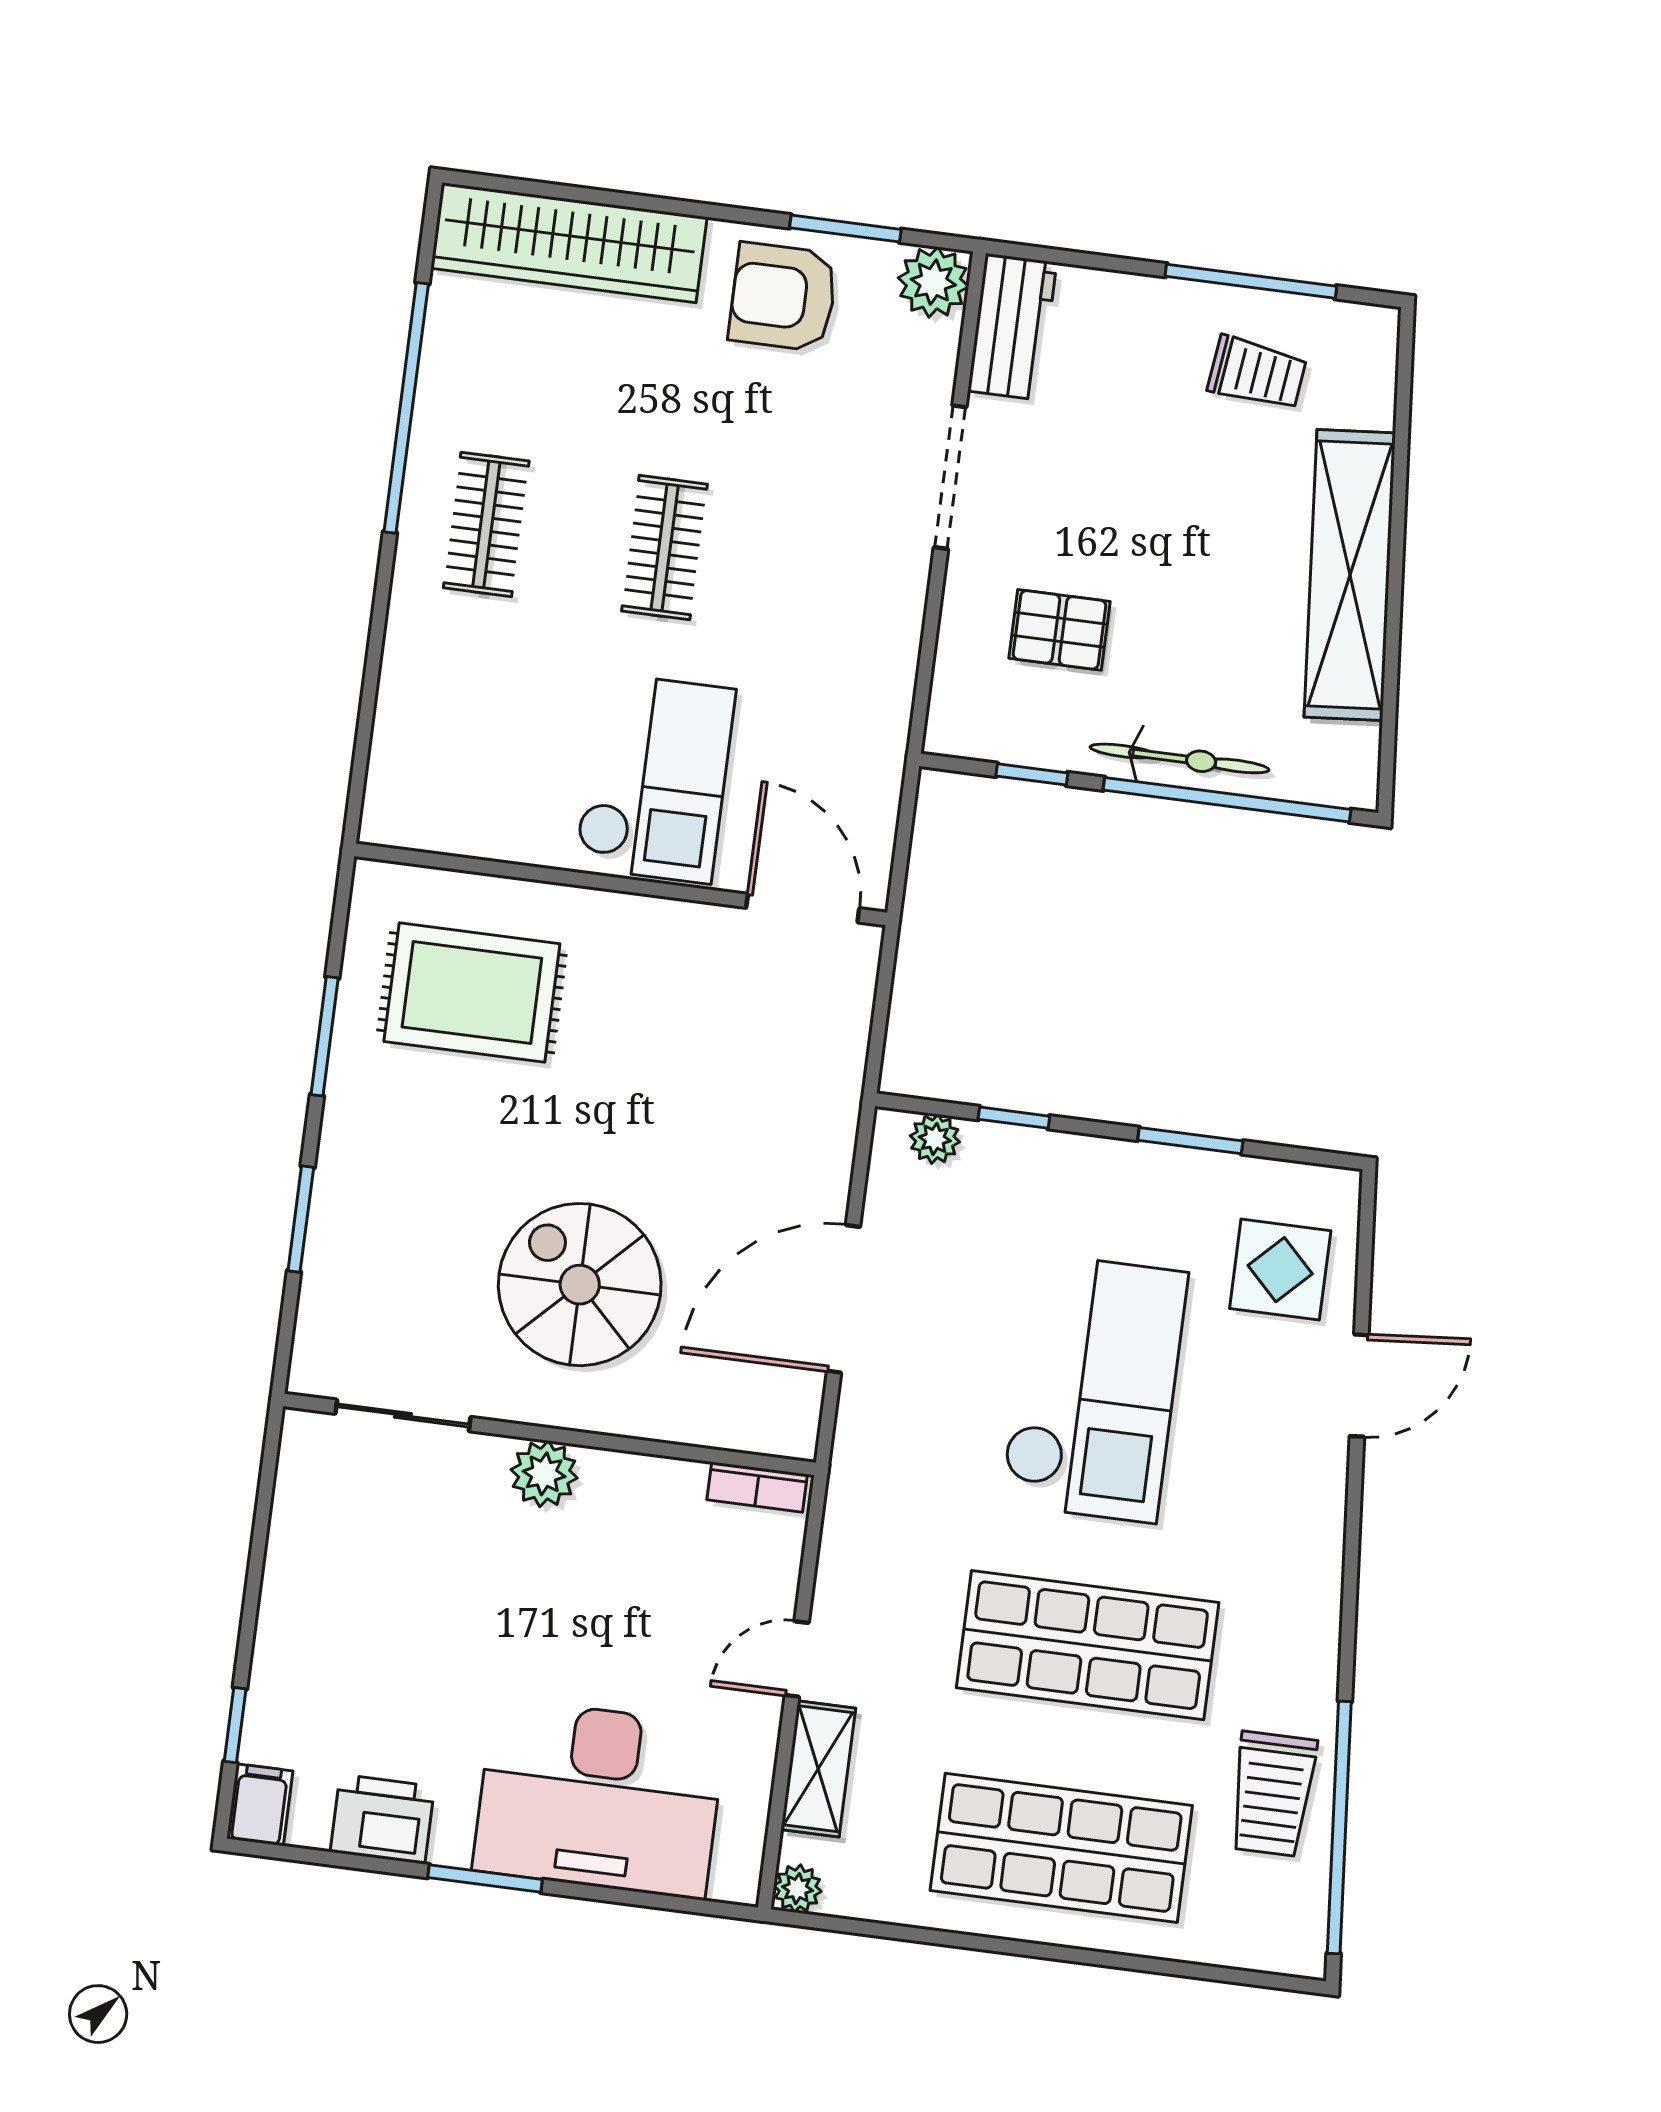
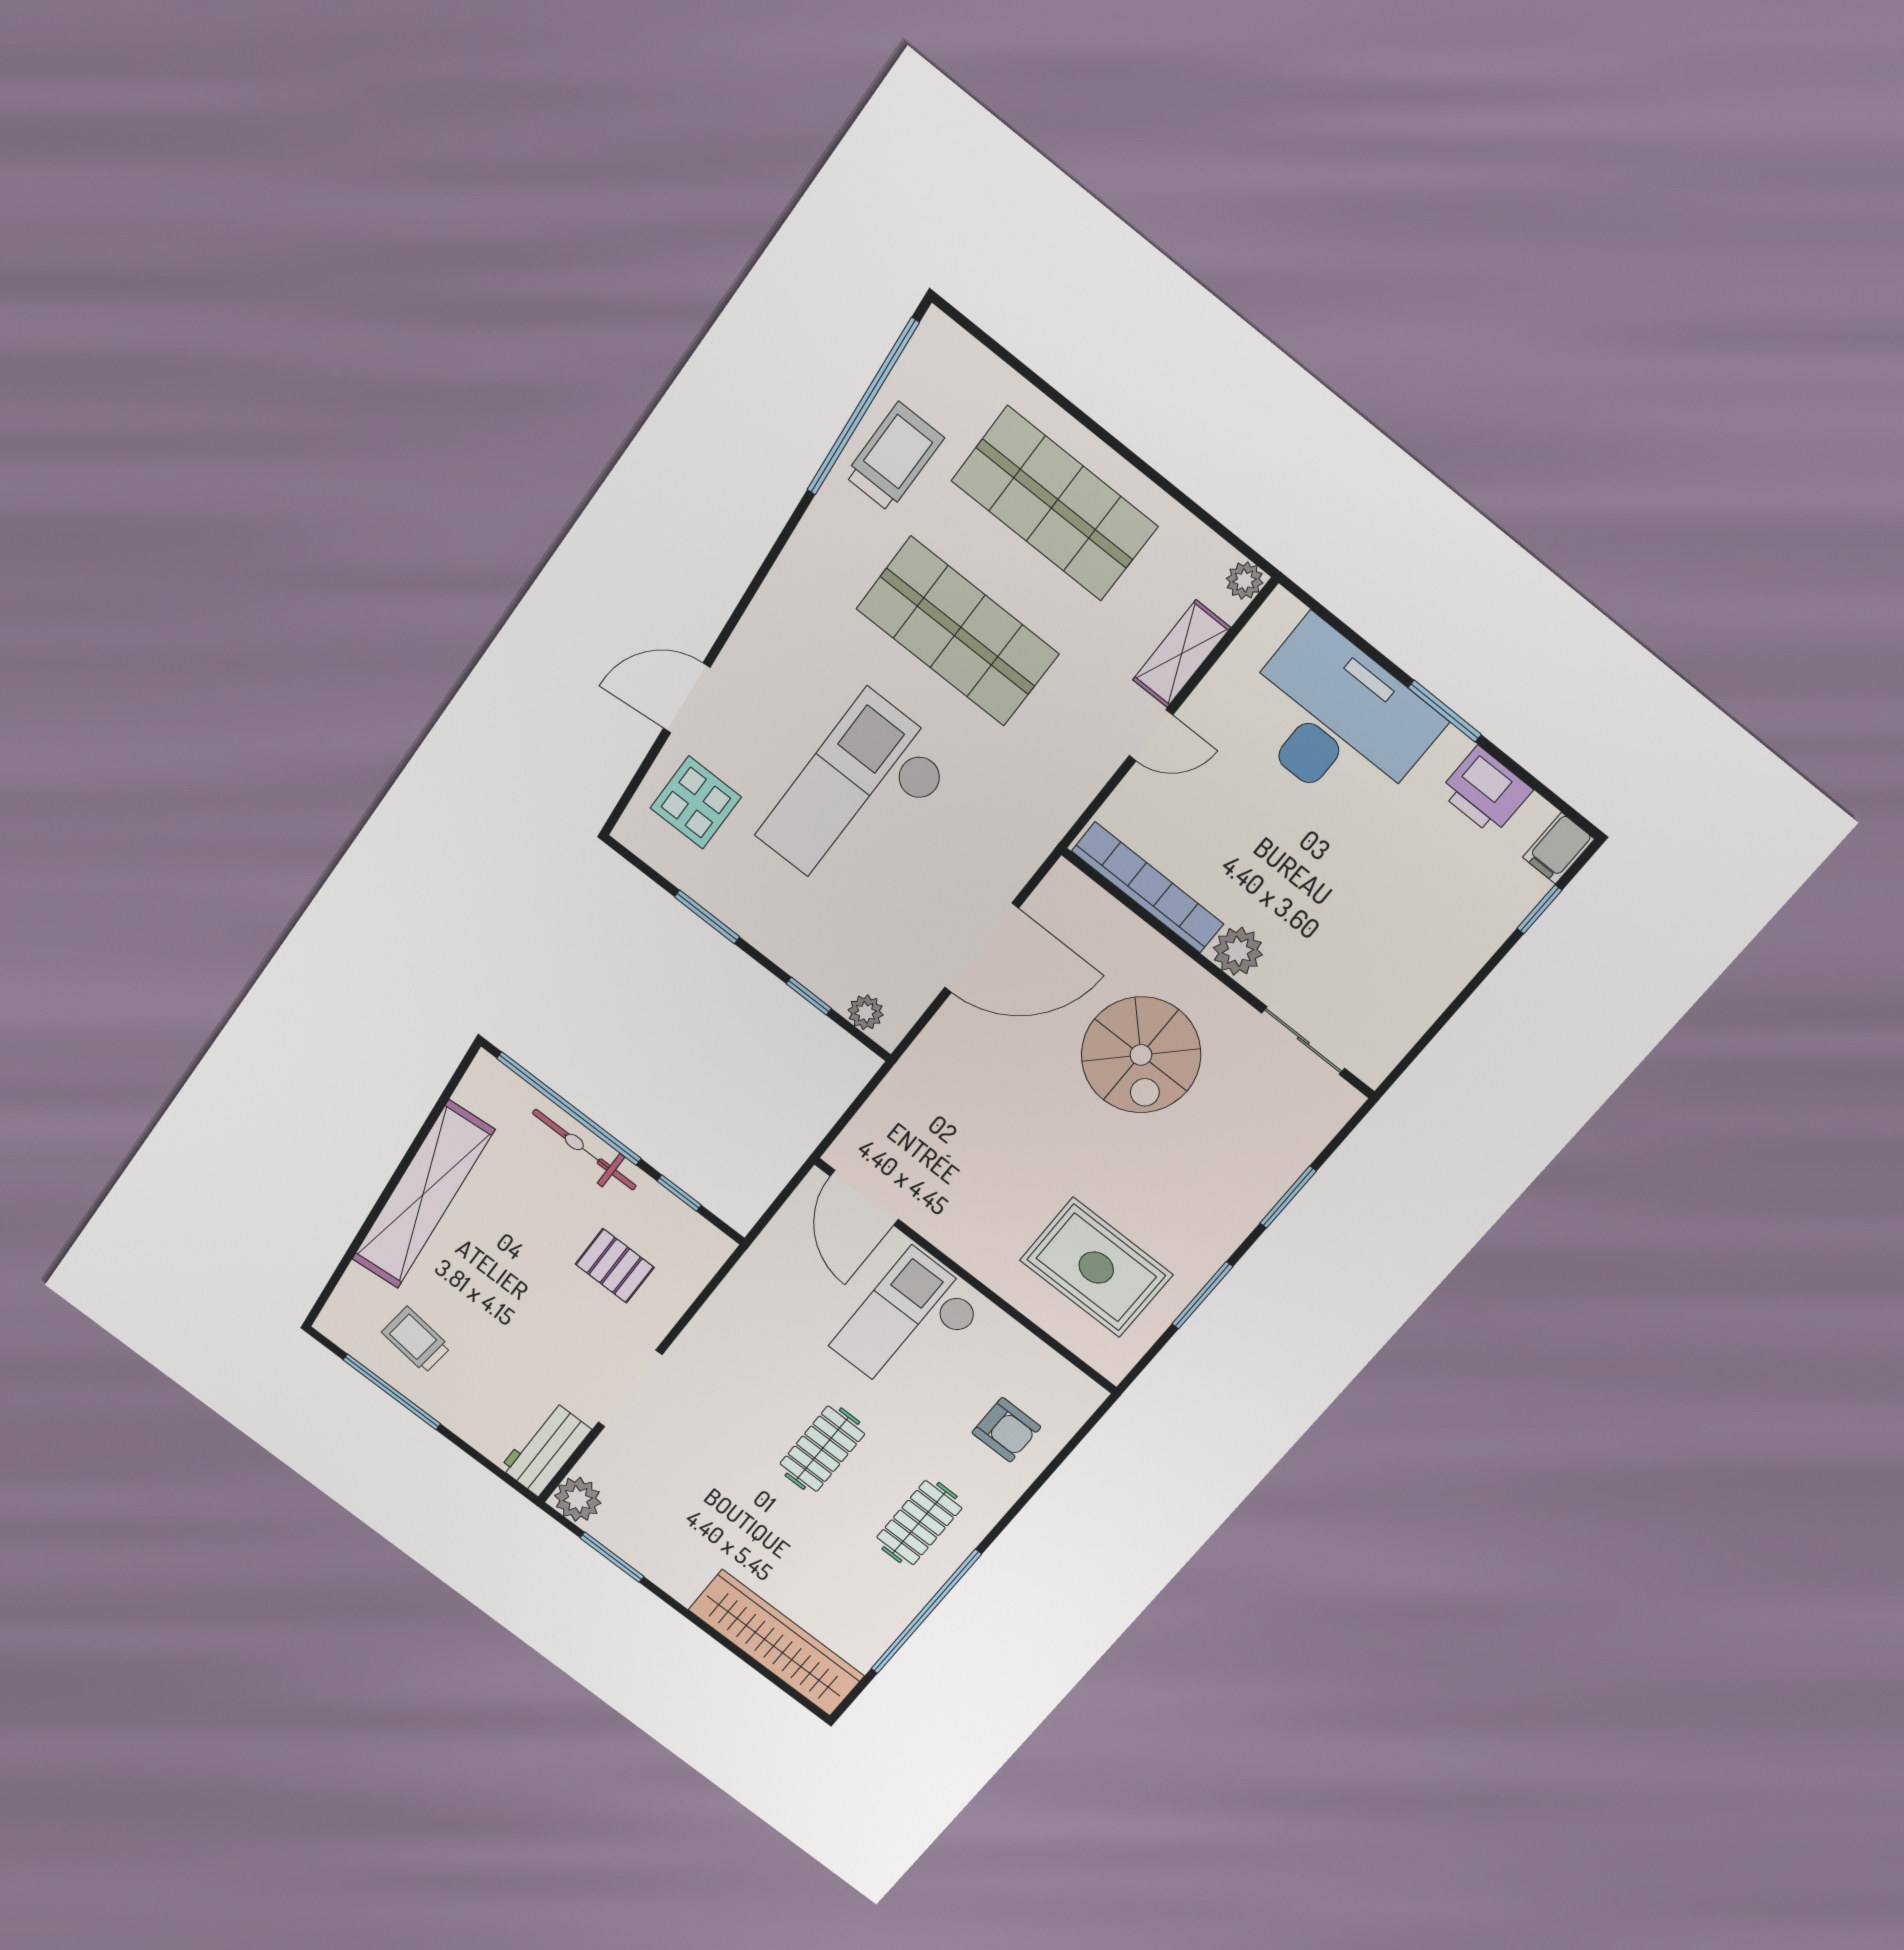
armchair: (783, 297) -> (1006, 1430), moved, width x0.72, depth x0.72
bookcase: (757, 1487) -> (1148, 887), width x2.31, depth x1.31

